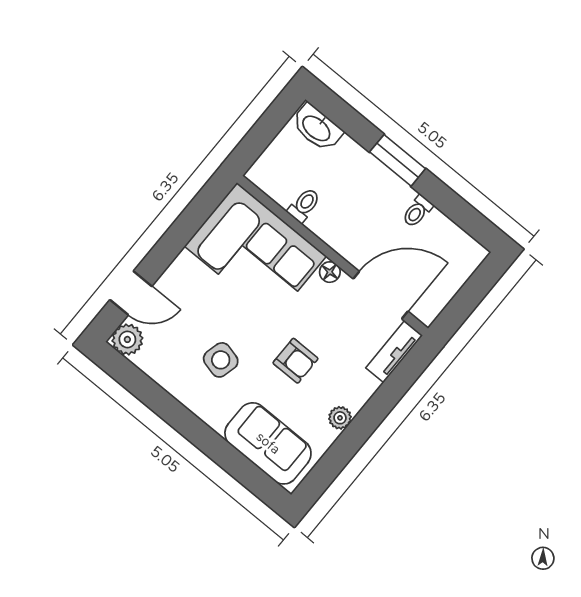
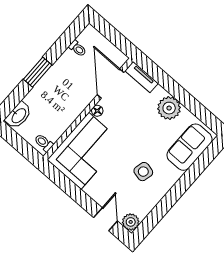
toilet: (304, 205) -> (44, 143), moved
toilet: (417, 211) -> (78, 48), moved
armchair: (295, 361) -> (145, 131), removed
plant: (340, 418) -> (169, 108), width x1.88, depth x1.88

